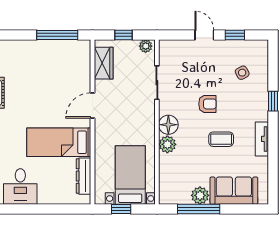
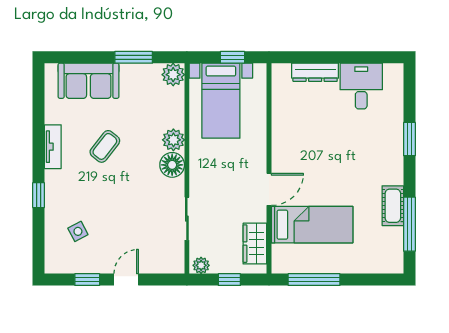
door: (204, 35) -> (126, 280), swing flipped
armchair: (207, 104) -> (122, 191), removed
coffee table: (221, 139) -> (105, 146), turned -52
bed: (59, 142) -> (312, 225), moved
dresser: (84, 176) -> (315, 72), moved, turned 90
plant: (200, 195) -> (173, 75), moved
window: (199, 209) -> (134, 57), width x0.69

